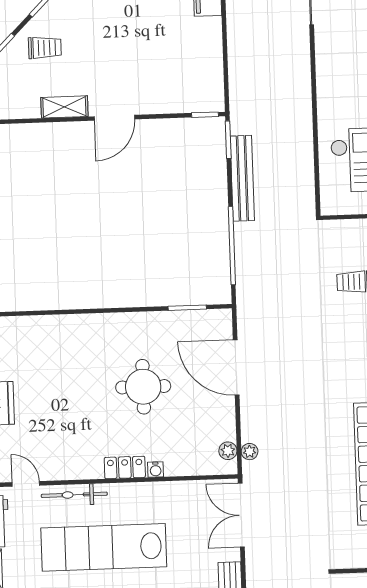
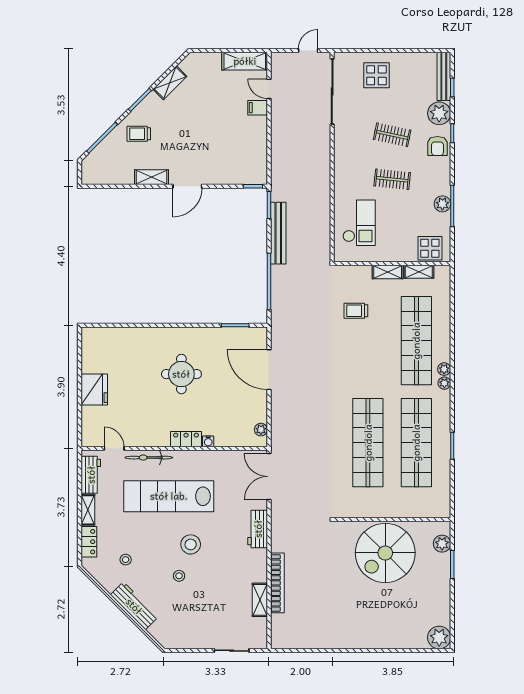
trolley: (45, 48) -> (139, 134), turned 180
round table: (143, 387) -> (181, 374), moved
plant: (250, 452) -> (277, 431), removed

